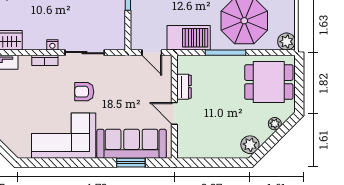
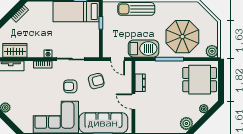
armchair: (121, 84) -> (96, 81), added

